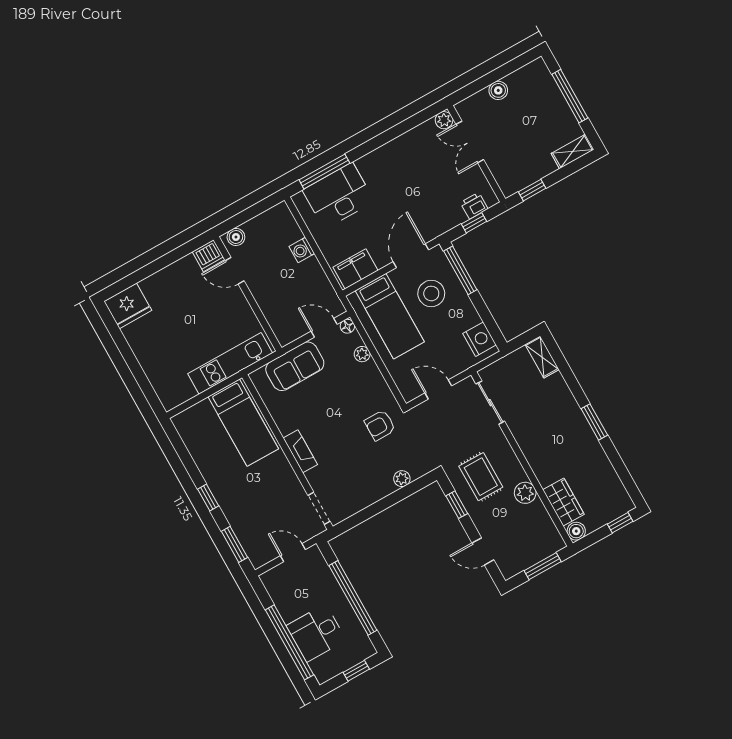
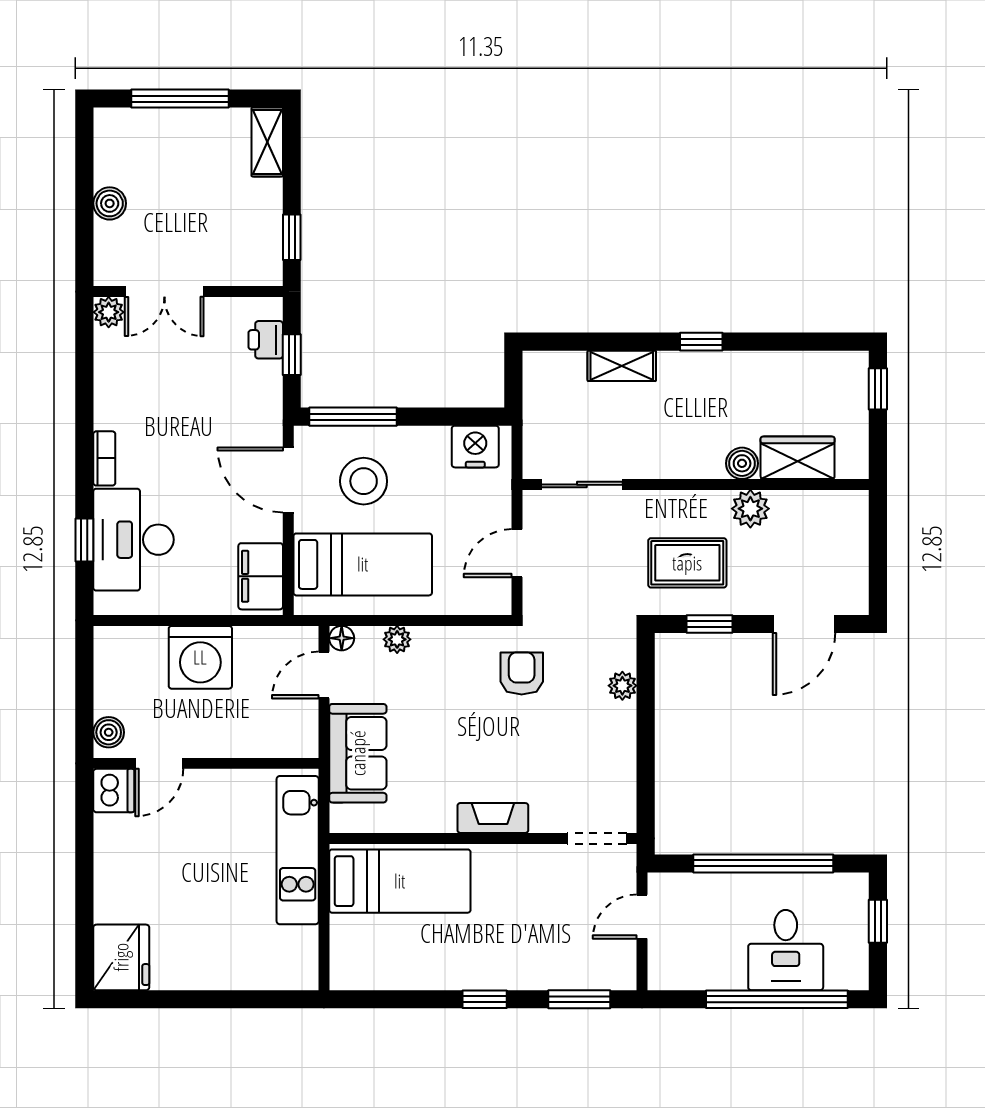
bookcase: (370, 159) -> (104, 458), added
window: (324, 171) -> (84, 540), width x0.46
washing machine: (302, 250) -> (200, 657), width x1.89, depth x1.89
shelving: (542, 357) -> (622, 366), moved
window: (594, 422) -> (701, 342), width x0.67
armchair: (380, 425) -> (522, 673), turned 180
boiler: (576, 531) -> (742, 463), moved
door: (483, 551) -> (804, 624), width x1.38
window: (543, 566) -> (878, 545), removed

